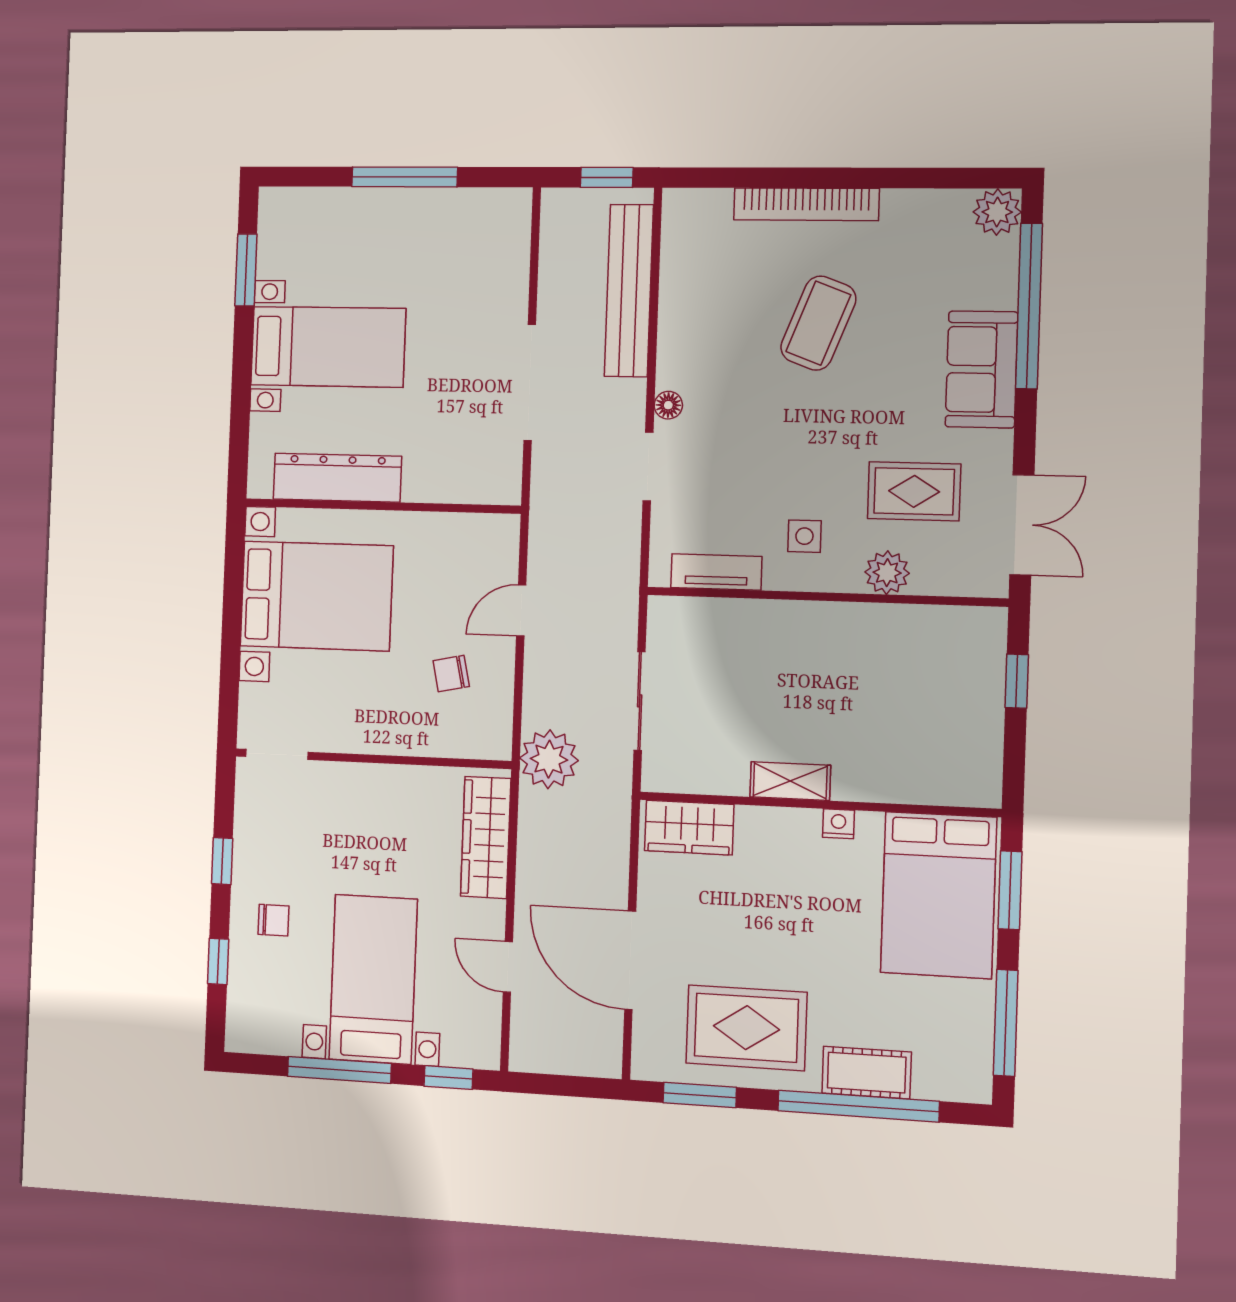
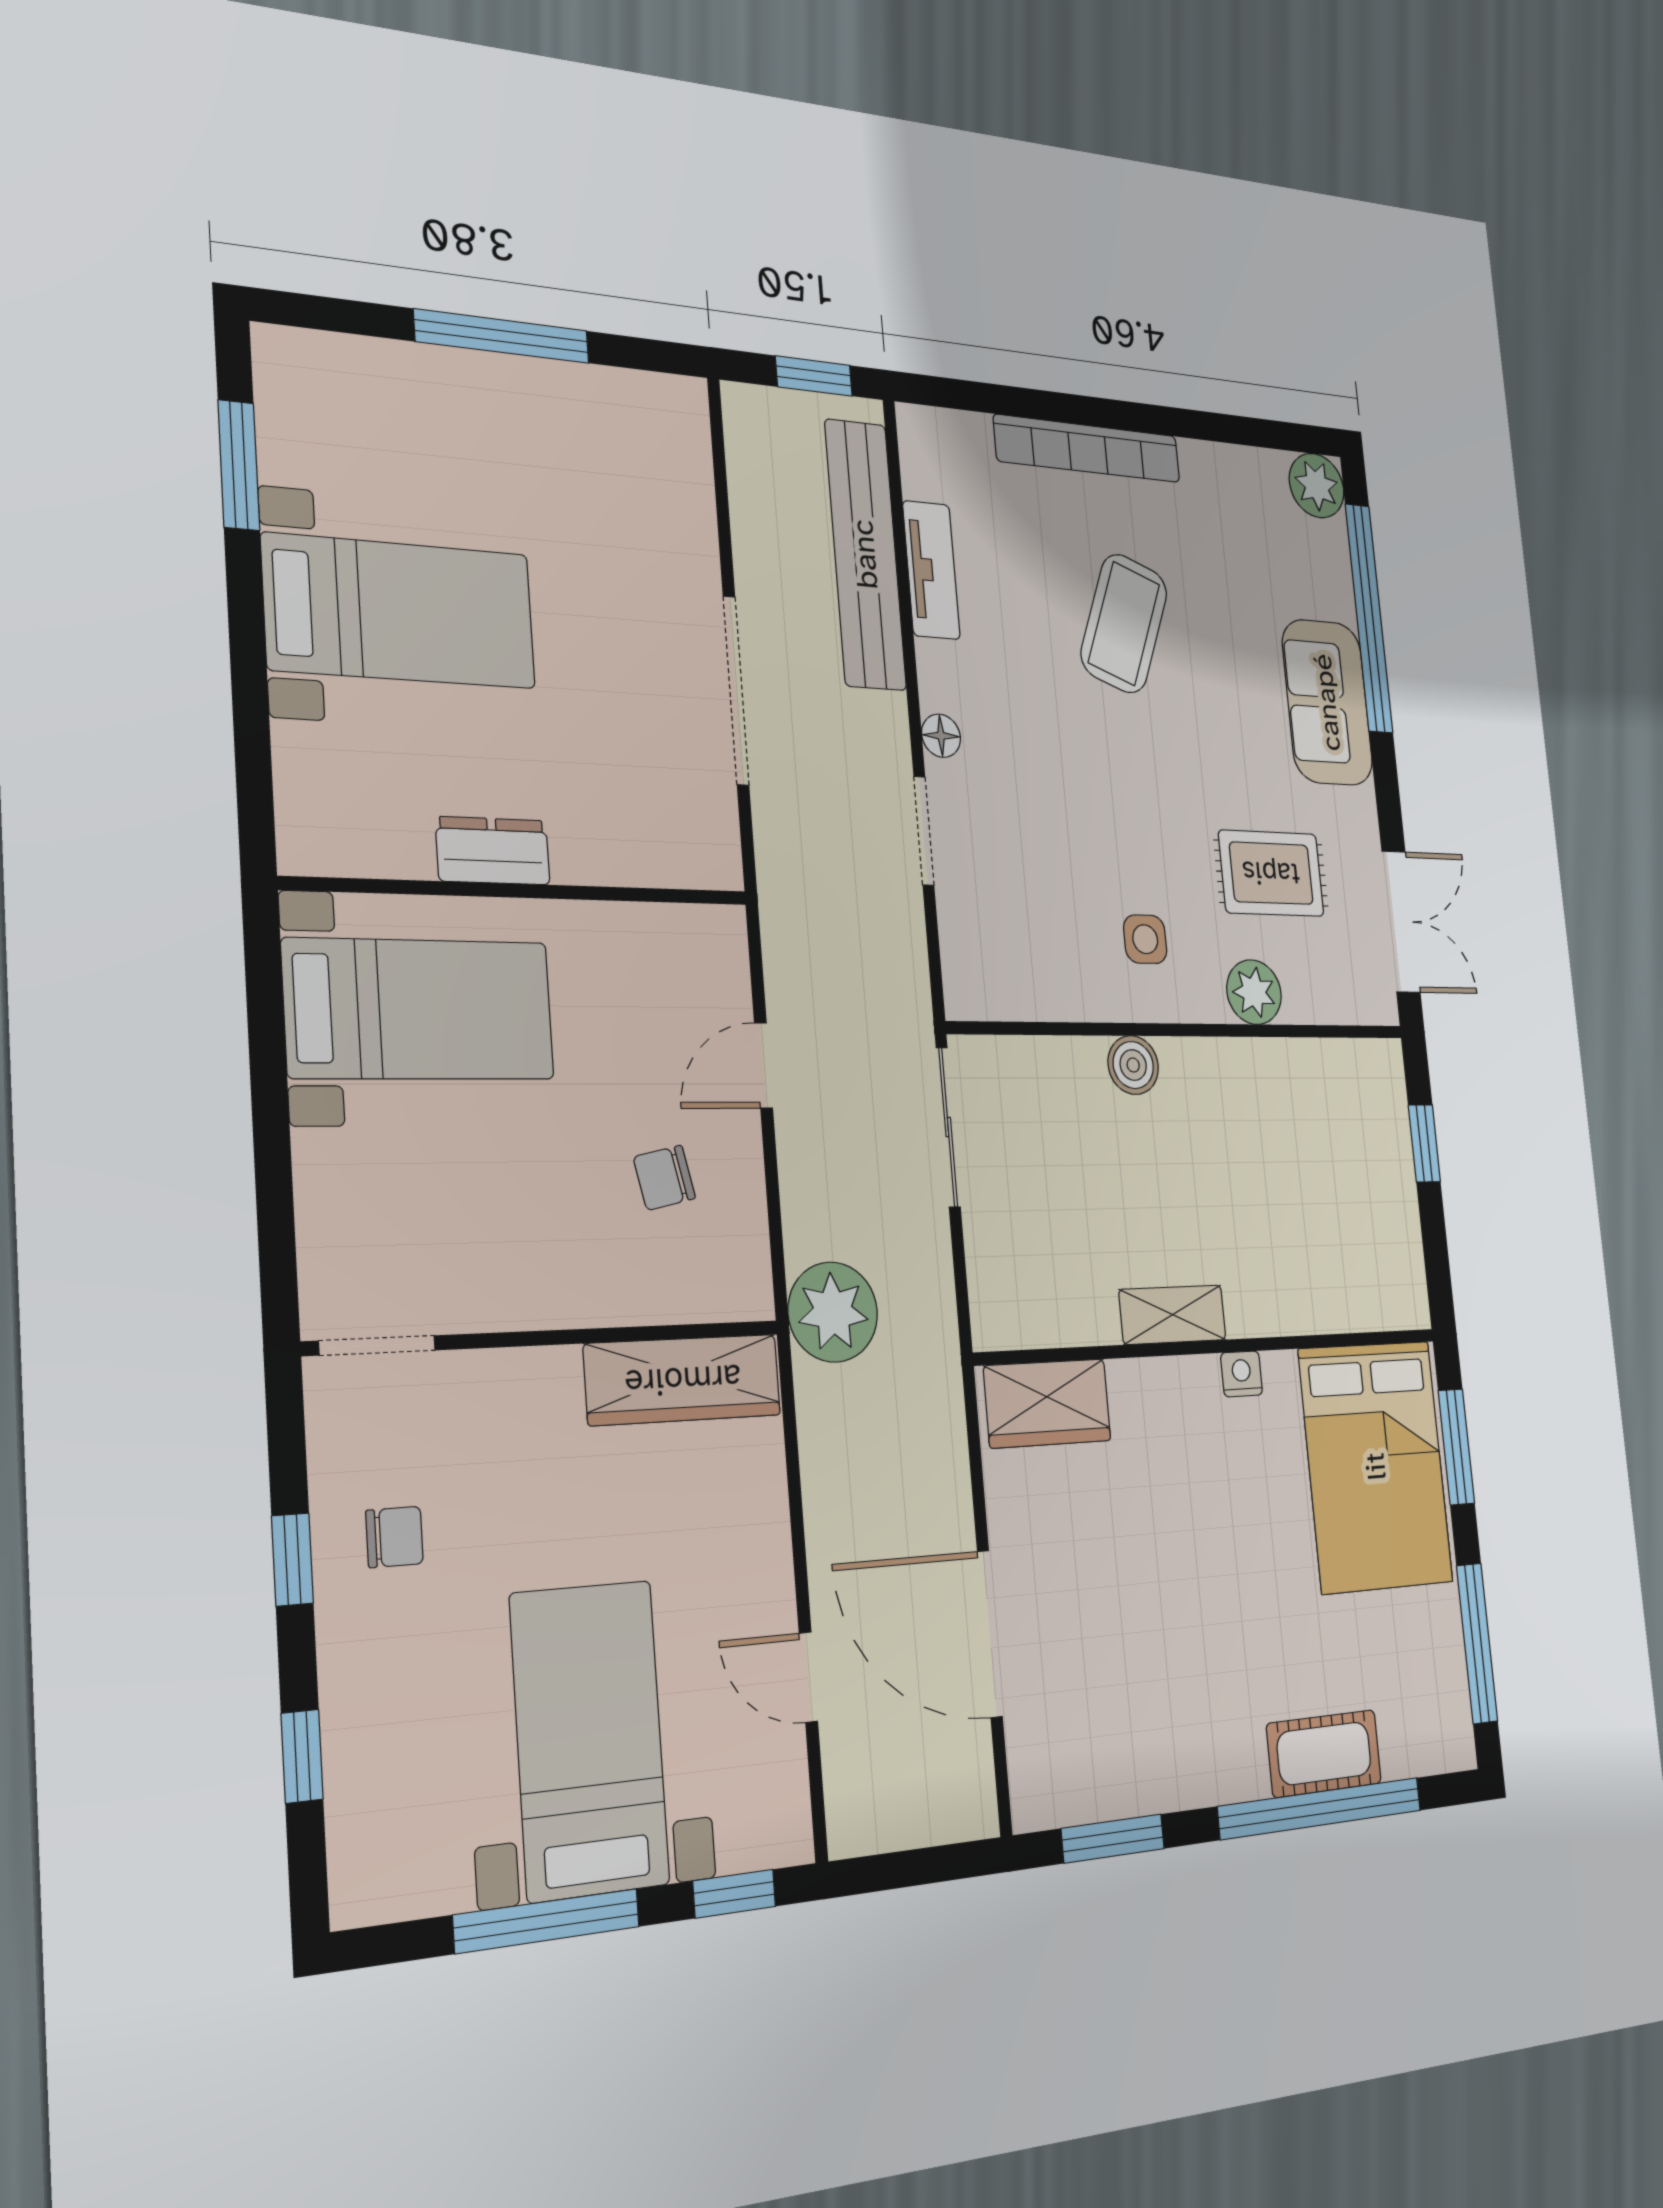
dresser: (337, 478) -> (493, 851), width x0.51, depth x0.80
tv unit: (716, 572) -> (931, 570), moved, turned 90
bed with nightstands: (316, 596) -> (420, 1009), width x0.73
boiler: (783, 619) -> (1133, 1065), added
sliding door: (640, 701) -> (948, 1127), moved
wardrobe: (486, 837) -> (683, 1380), moved, turned -90
chair: (273, 920) -> (395, 1537), moved
rug: (746, 1028) -> (1163, 1715), removed

